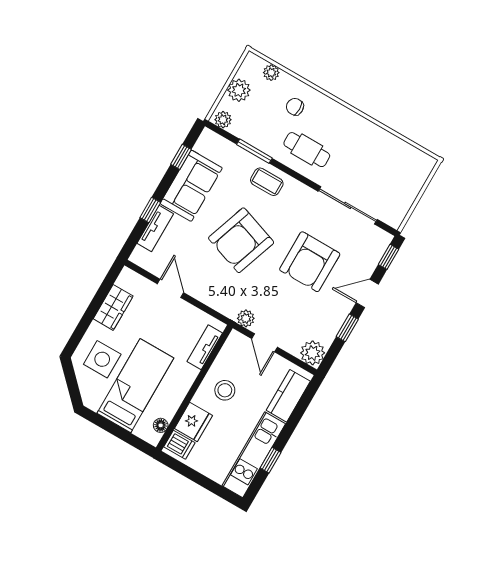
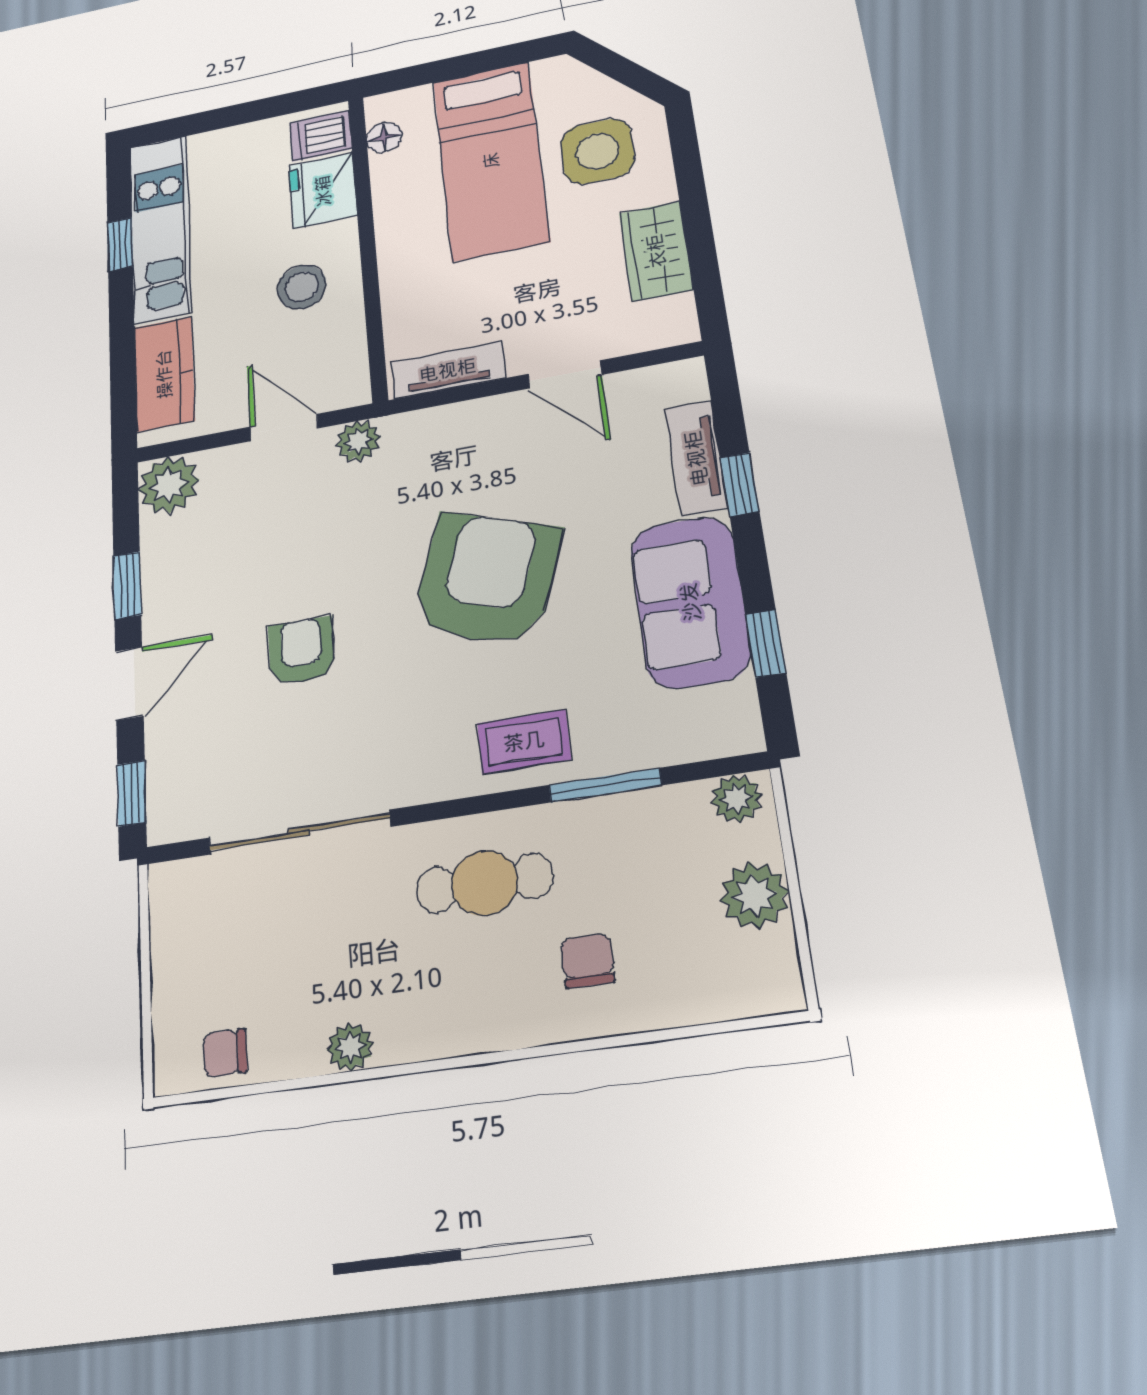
plant: (271, 73) -> (350, 1047), moved
chair: (295, 107) -> (588, 961), turned -90
chair: (410, 157) -> (225, 1053), added
armchair: (310, 262) -> (301, 651), width x0.53, depth x0.53
tv unit: (205, 347) -> (448, 370), moved, turned -90

